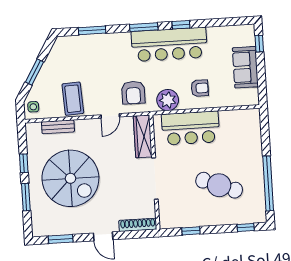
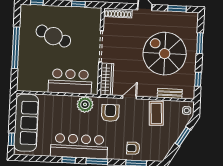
sofa: (245, 67) -> (26, 123), width x1.85, depth x1.27
armchair: (200, 88) -> (133, 148), moved
window: (24, 163) -> (198, 79), moved
window: (268, 183) -> (16, 48), moved

